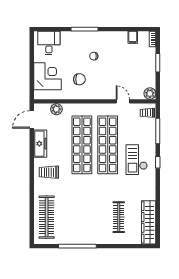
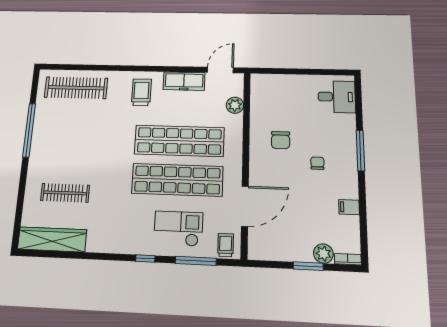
filing cabinet: (133, 37) -> (349, 207), moved
corner desk: (47, 76) -> (285, 94), removed
plant: (150, 94) -> (323, 254), moved
door: (123, 101) -> (245, 206), width x1.88
door: (32, 119) -> (220, 70), hinge flipped
checkout: (137, 160) -> (178, 229), moved

